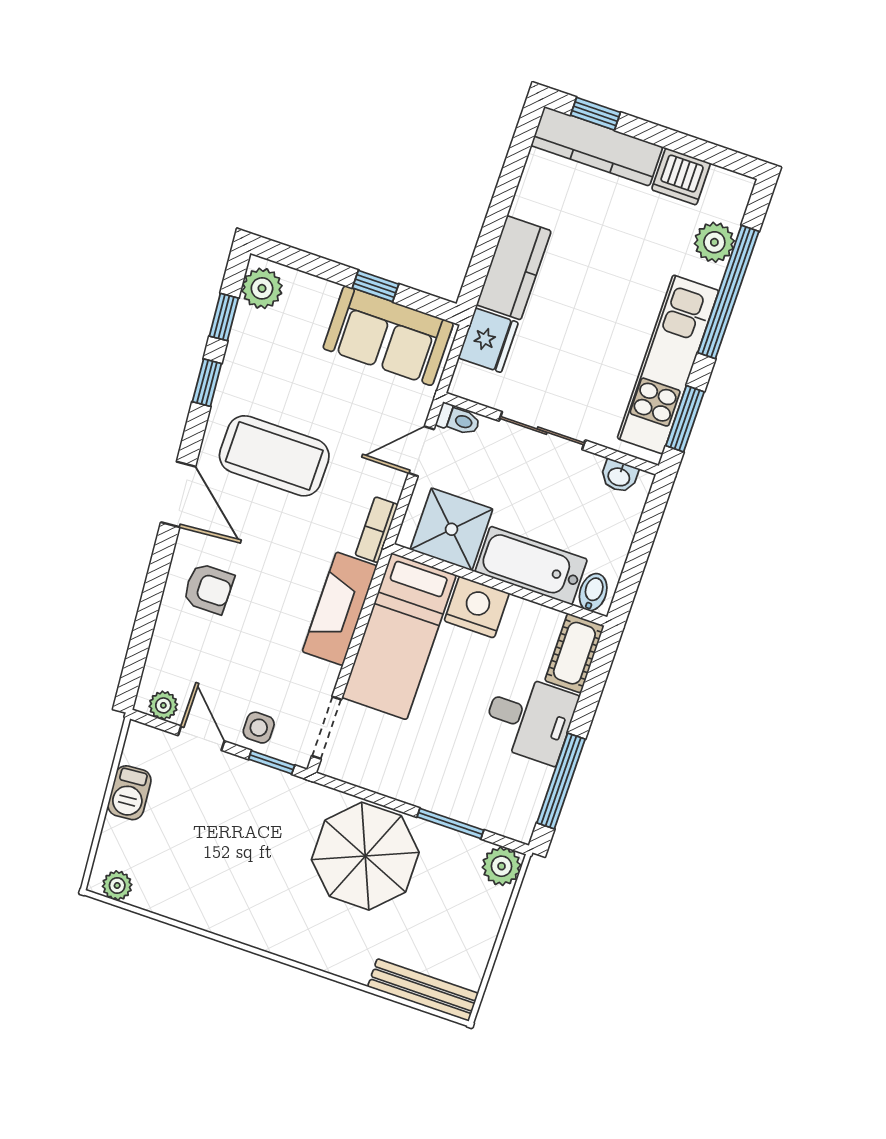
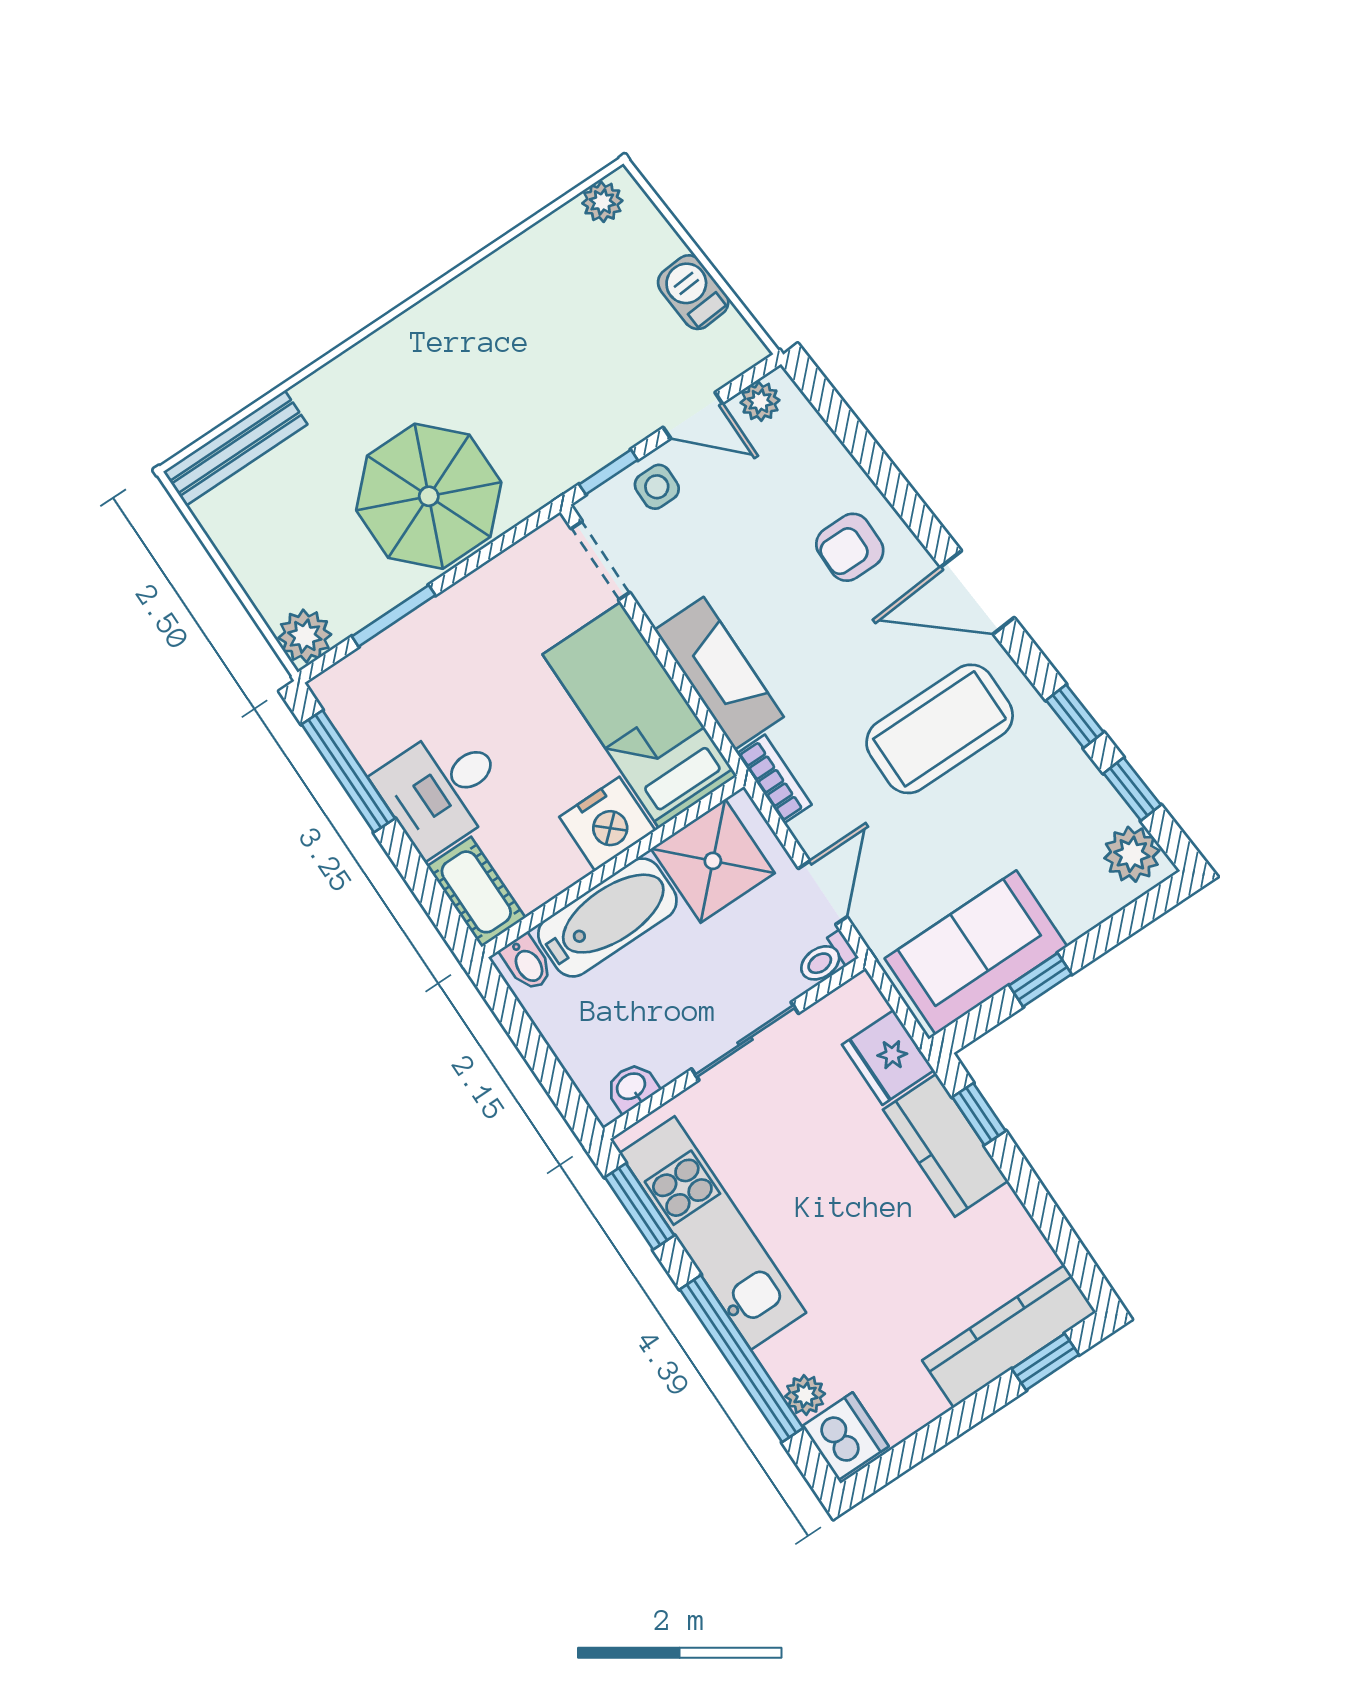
dishwasher: (681, 176) -> (845, 1436), moved, turned 90
plant: (714, 242) -> (805, 1395), width x0.73, depth x0.73
window: (481, 262) -> (979, 1114), added

